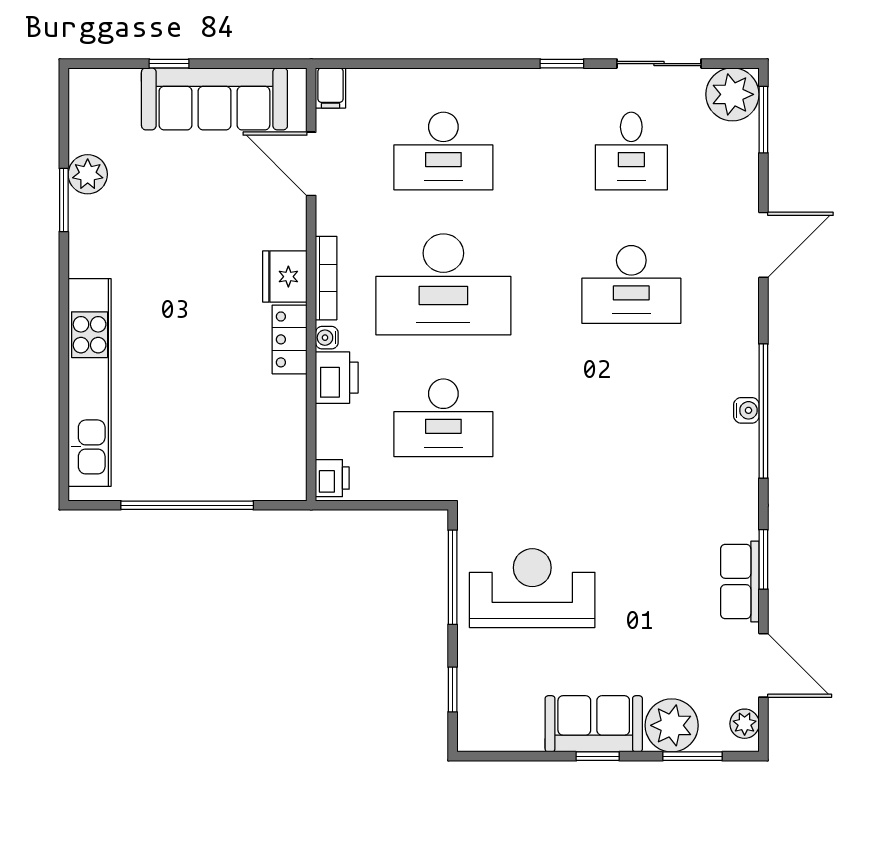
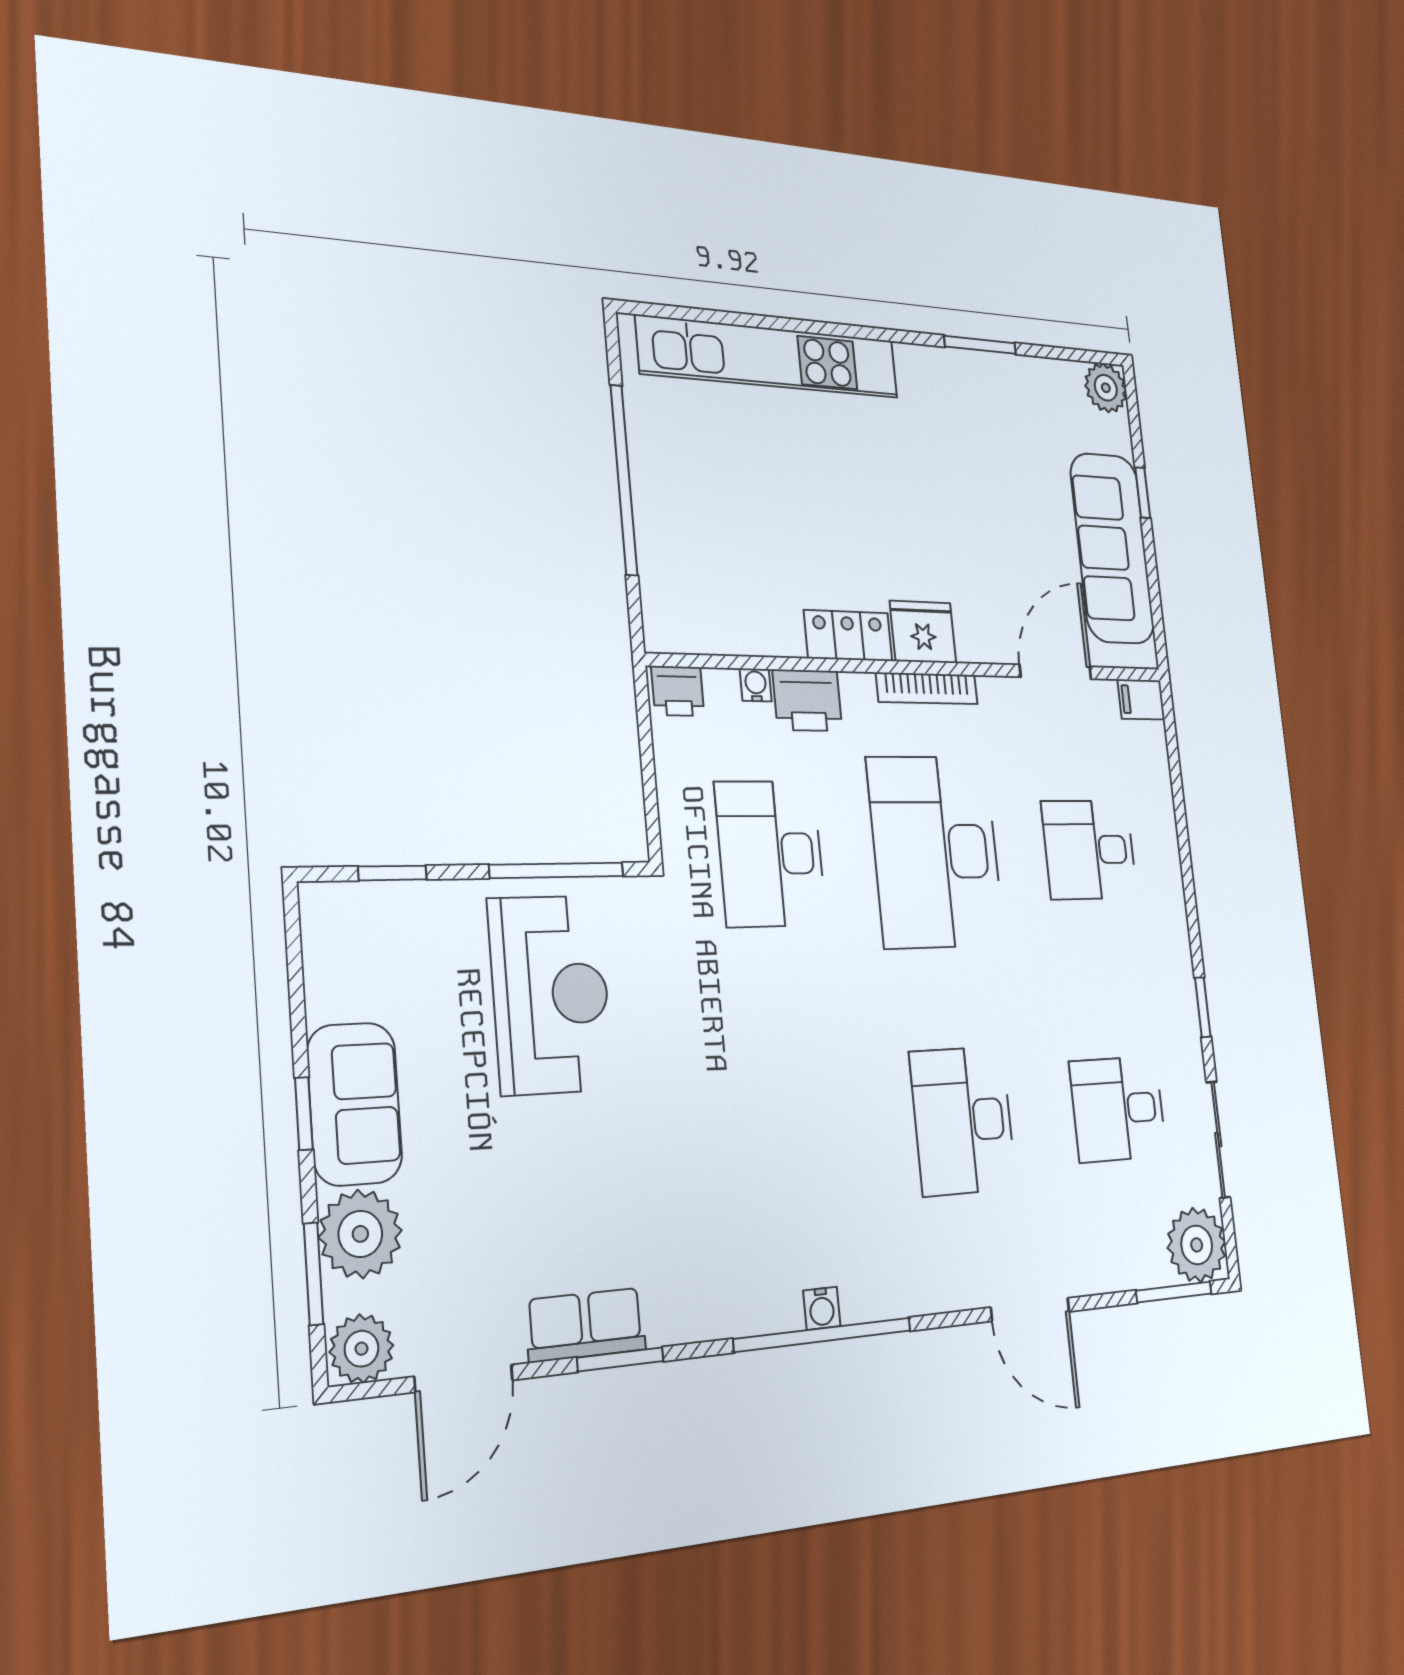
desk: (443, 151) -> (1089, 850), width x0.73
plant: (88, 174) -> (1106, 388), moved
water cooler: (327, 338) -> (756, 685), moved
plant: (745, 724) -> (362, 1349), width x1.38, depth x1.38

